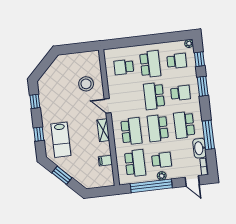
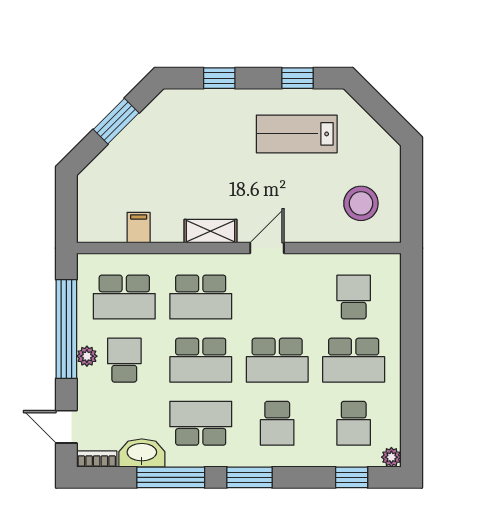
stool: (86, 84) -> (361, 203), moved
window: (203, 86) -> (249, 477), moved
school desk: (154, 96) -> (277, 360), turned 180
school desk: (158, 128) -> (201, 360), turned 180
lab bench: (61, 140) -> (297, 134), moved
school desk: (162, 160) -> (124, 360), turned 180
door: (192, 181) -> (66, 427), hinge flipped

